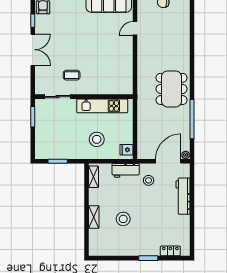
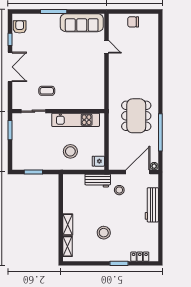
door: (135, 28) -> (106, 47), swing flipped
dining table: (172, 89) -> (136, 116), moved
shelving: (94, 177) -> (67, 246), moved
stool: (123, 219) -> (104, 233), moved

